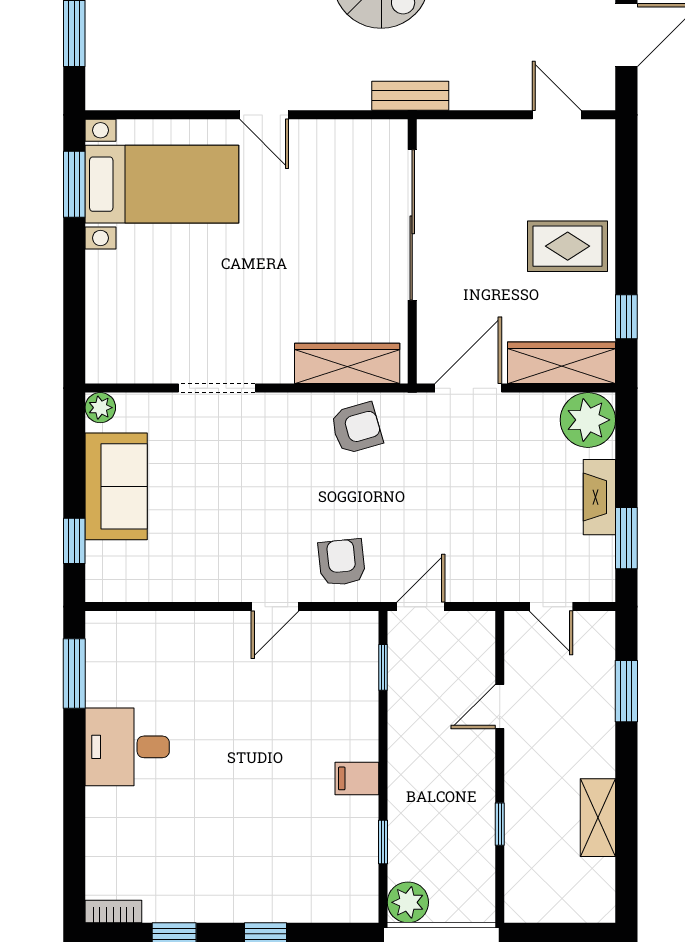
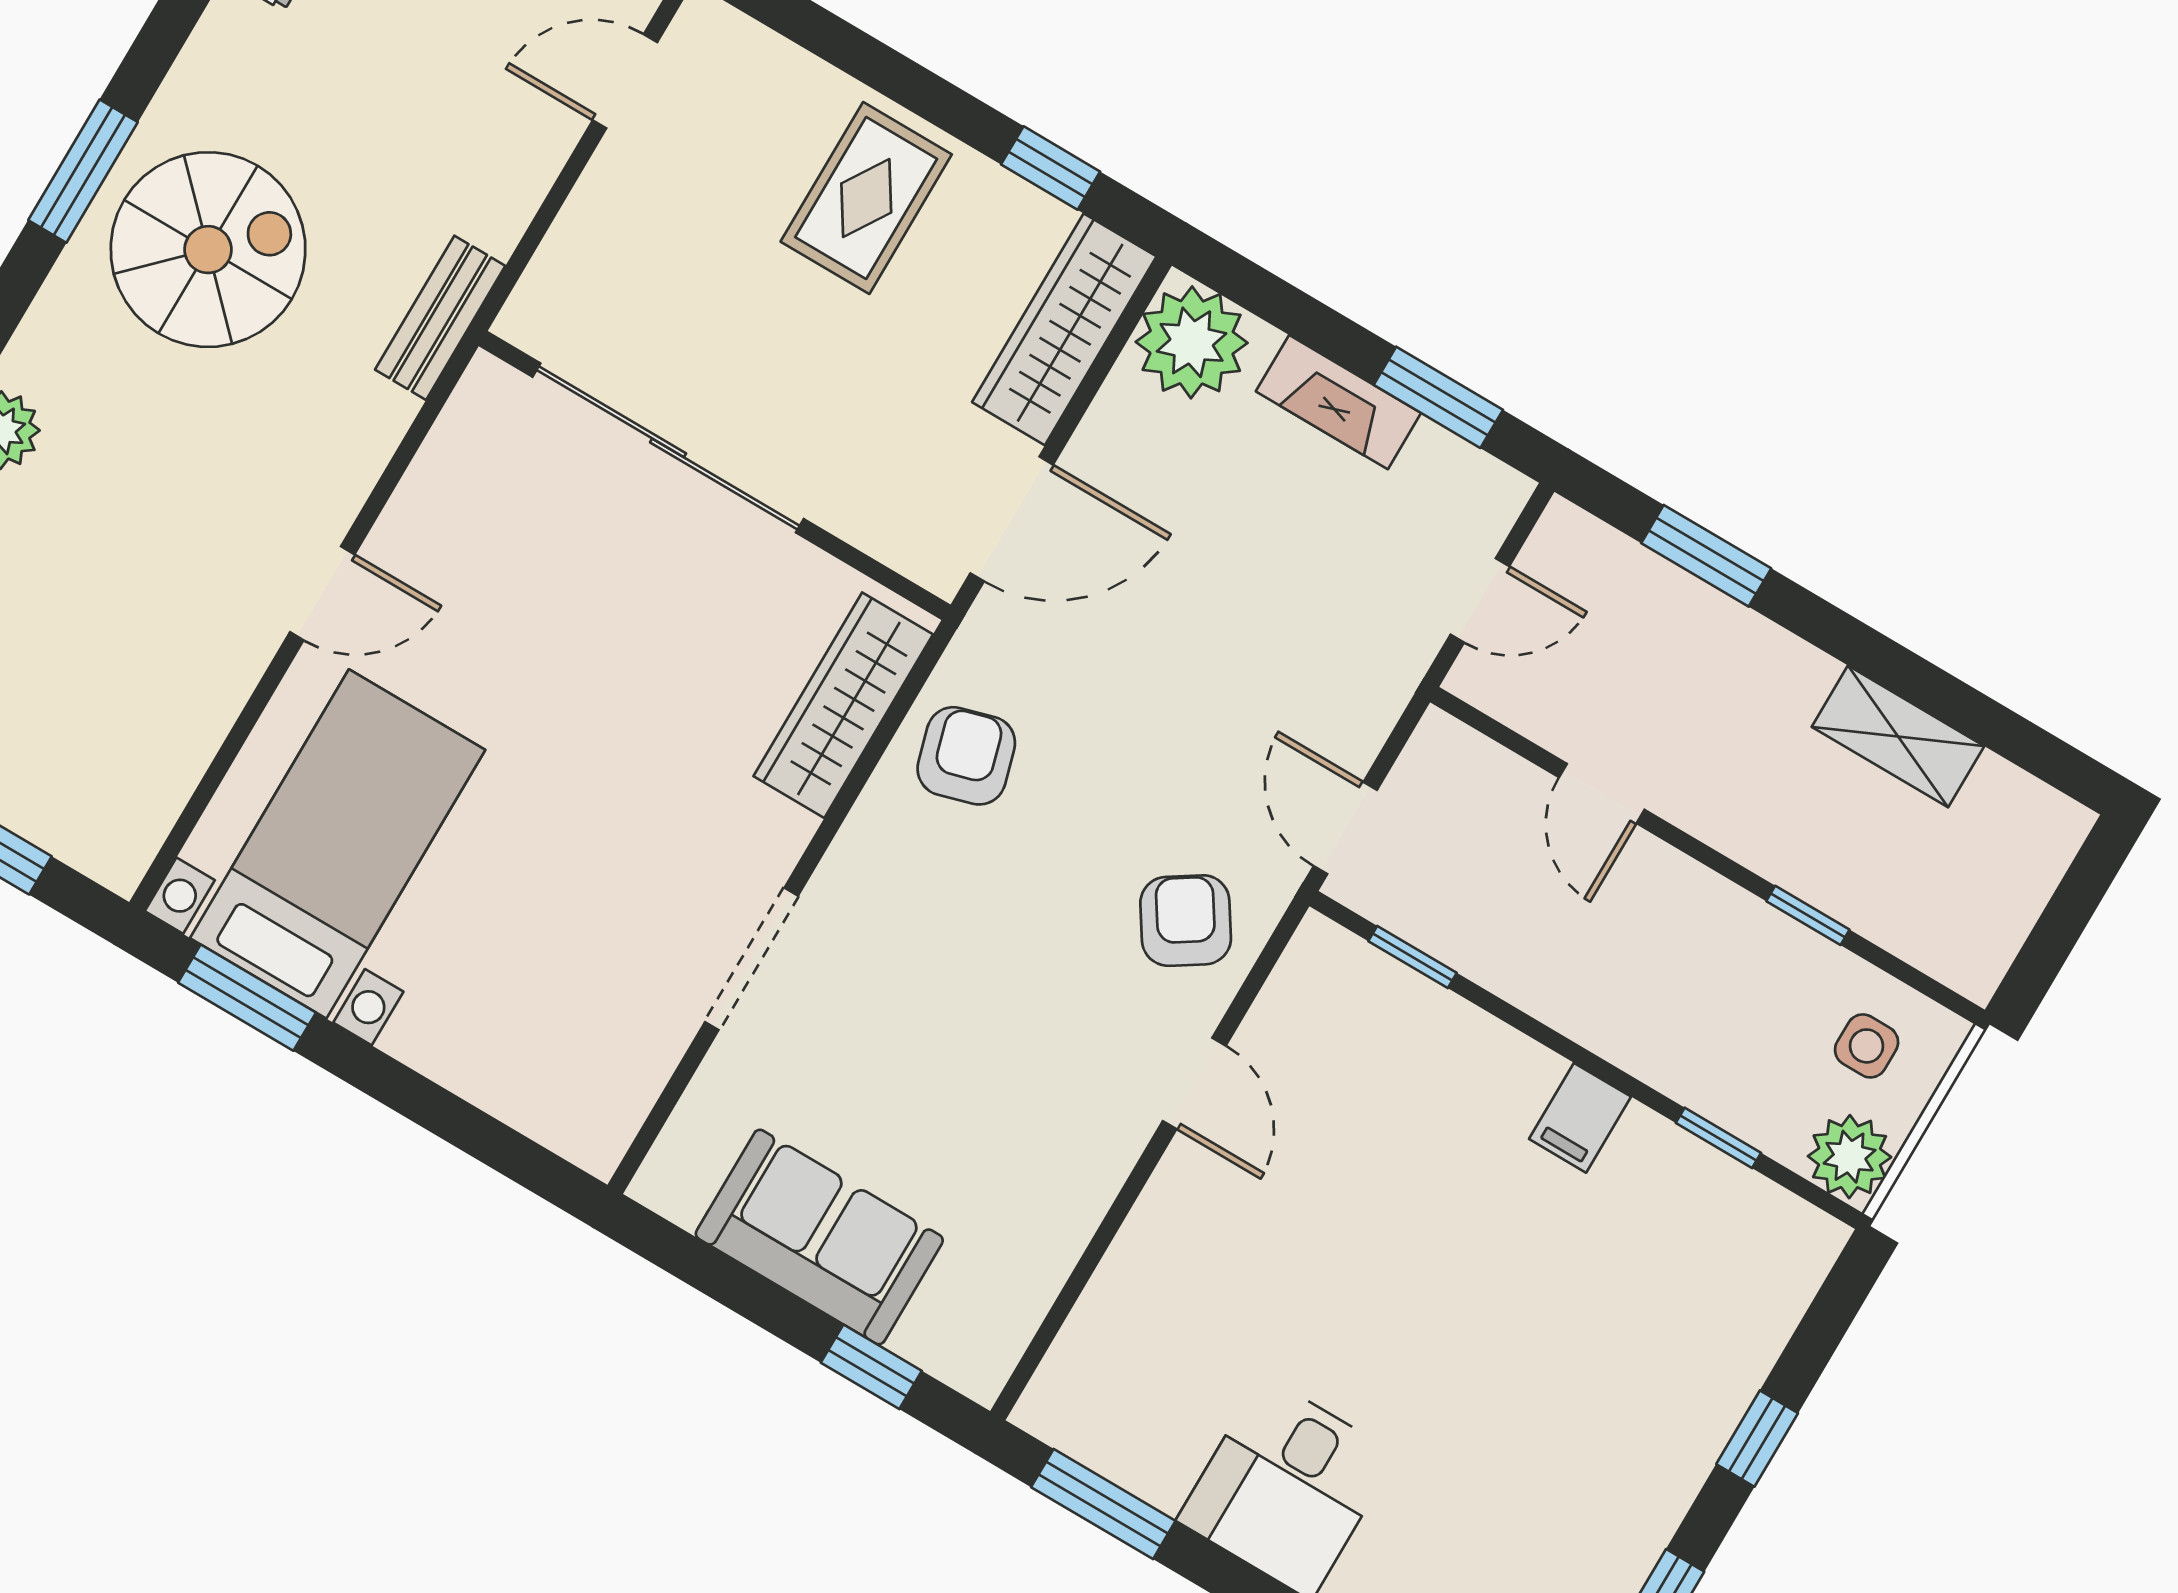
door: (468, 388) -> (1012, 519), swing flipped
plant: (100, 408) -> (665, 1183), removed
armchair: (342, 562) -> (1186, 921), turned 63
side table: (459, 882) -> (1867, 1046), added

